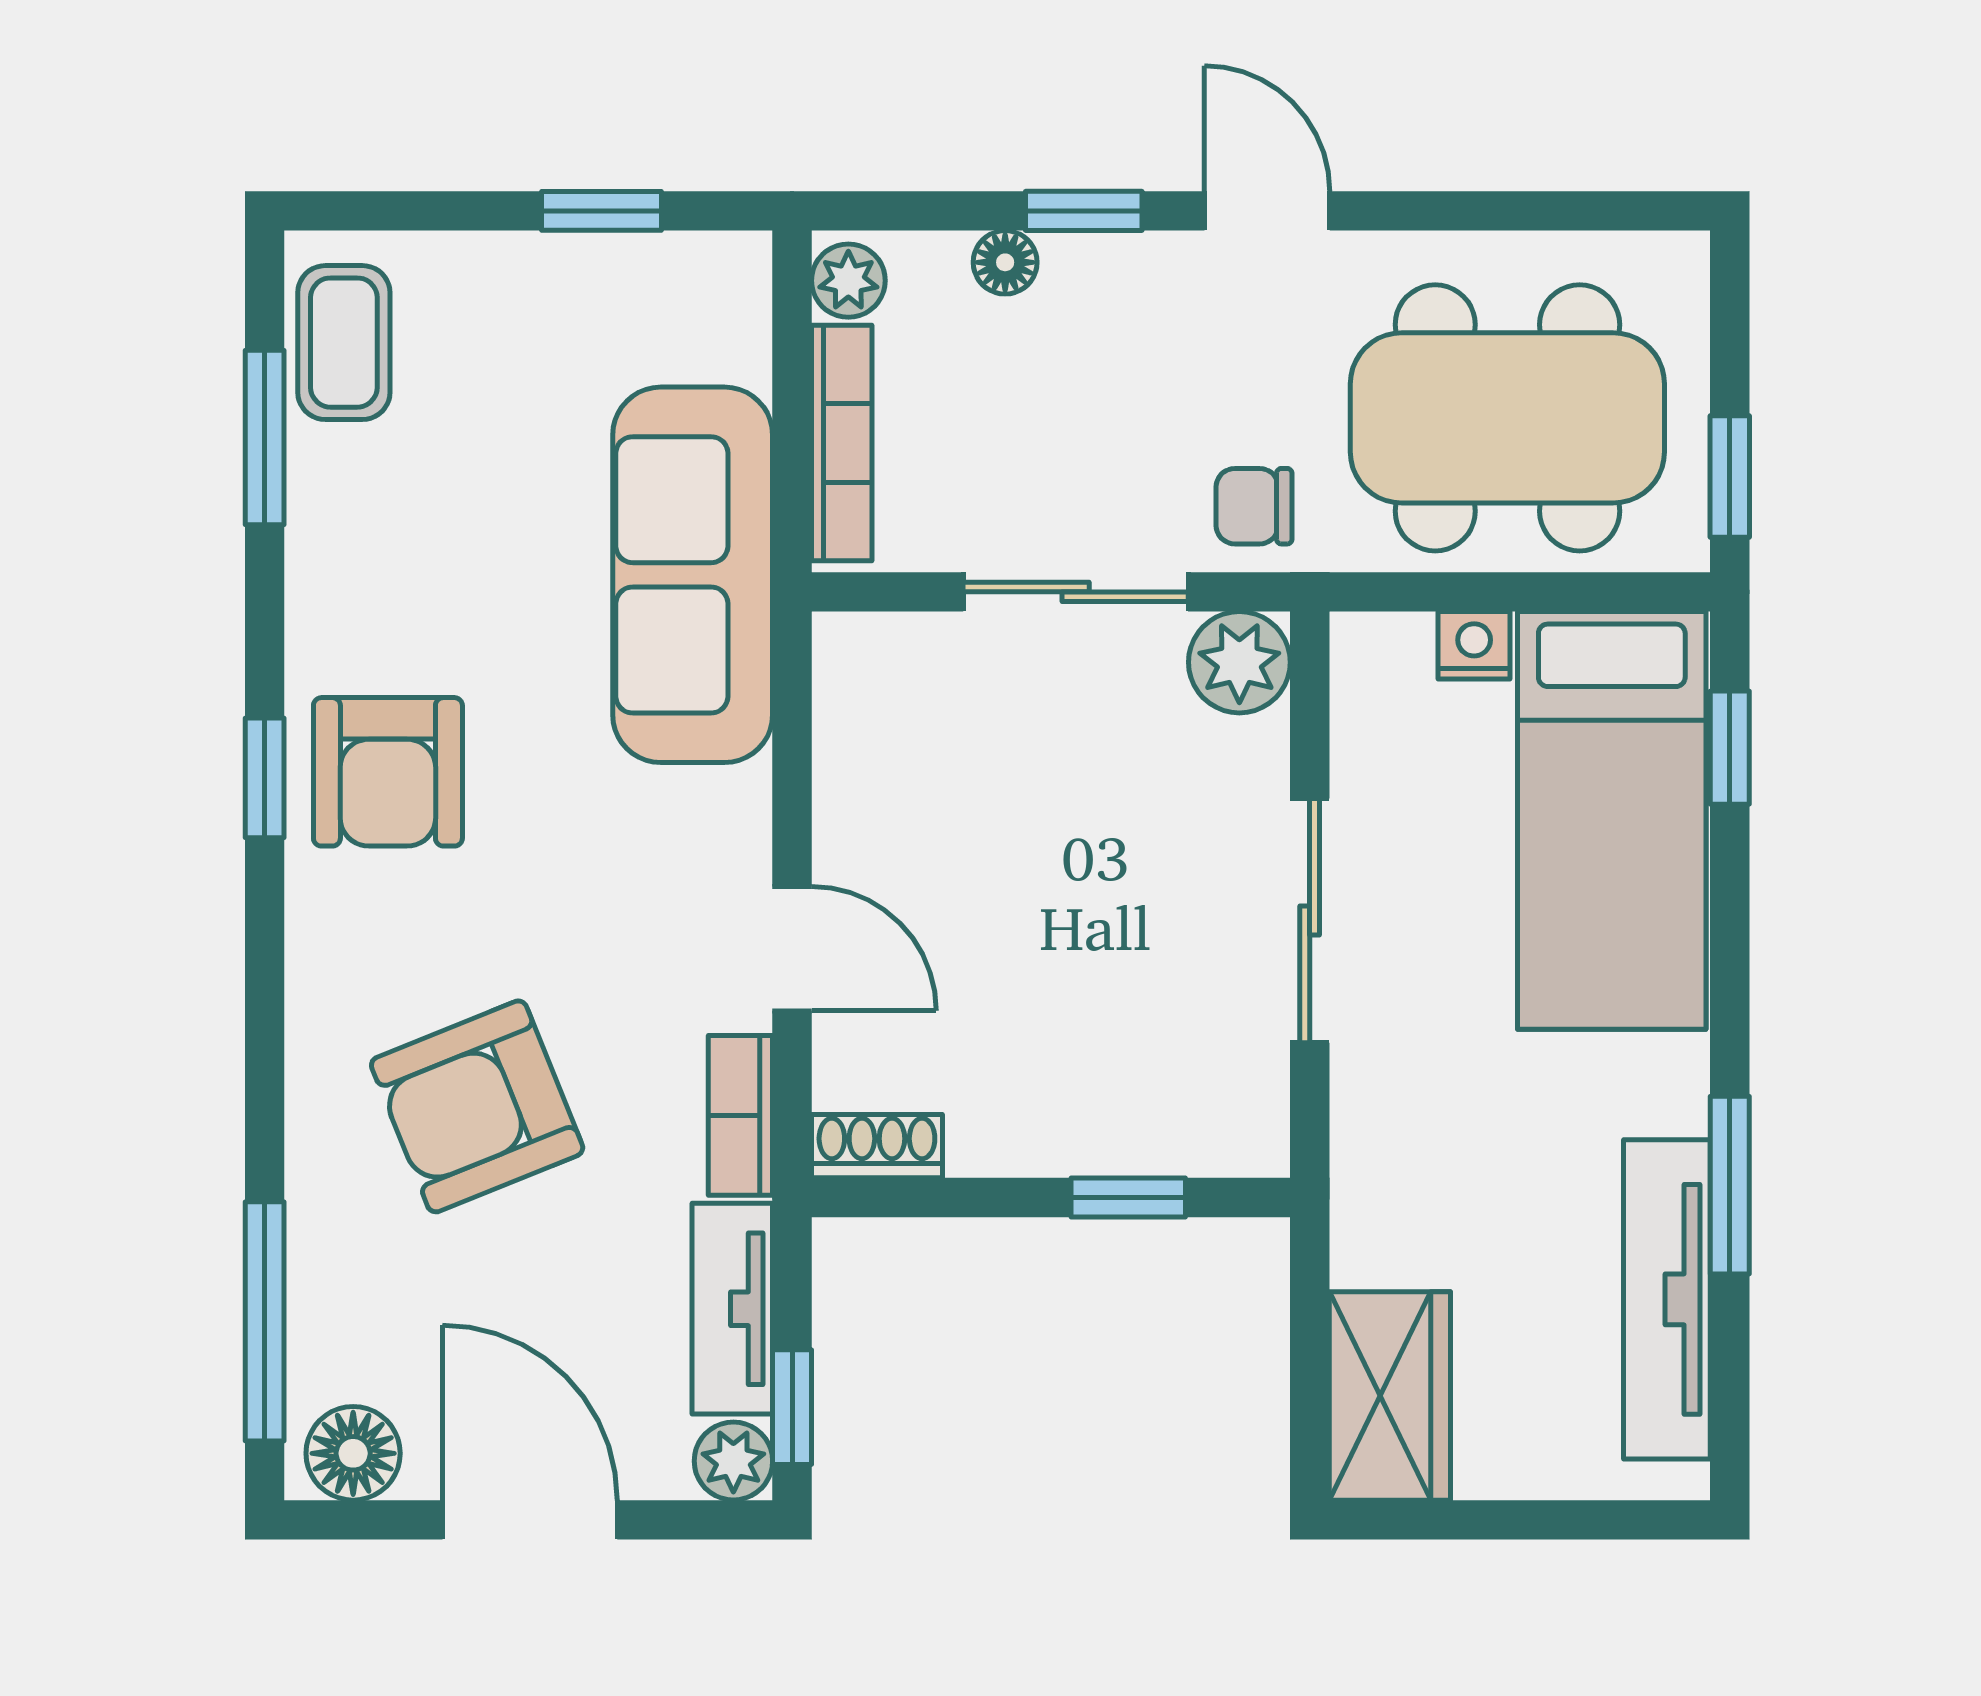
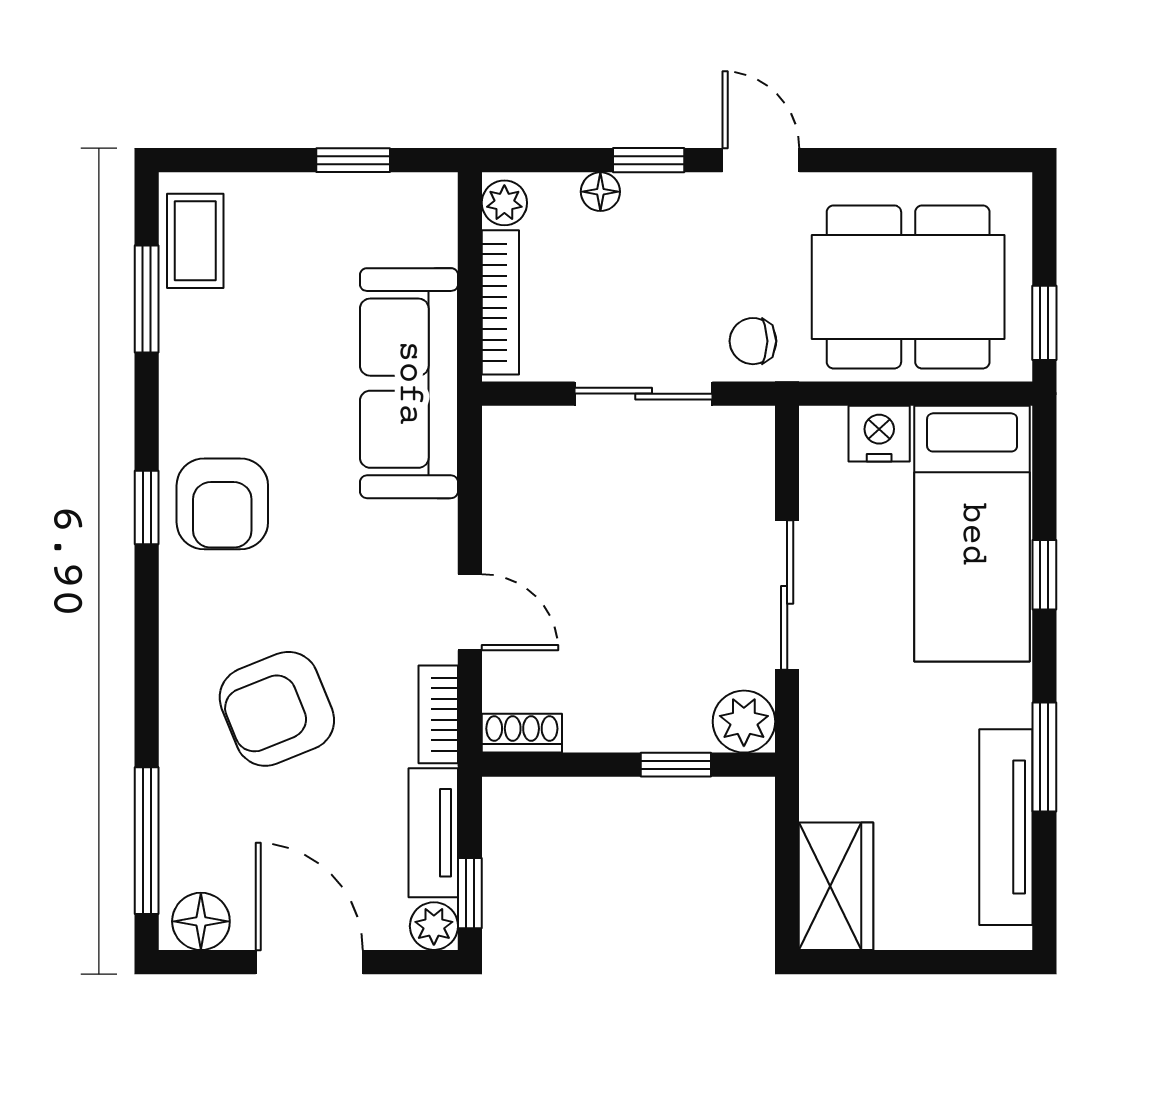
nightstand: (1474, 645) -> (879, 434), width x1.39, depth x1.35
plant: (1239, 662) -> (744, 722), moved
window: (1730, 748) -> (1044, 575), moved

